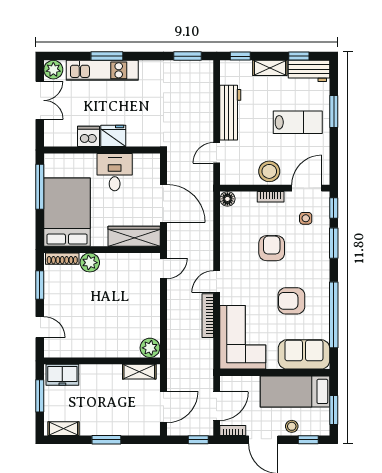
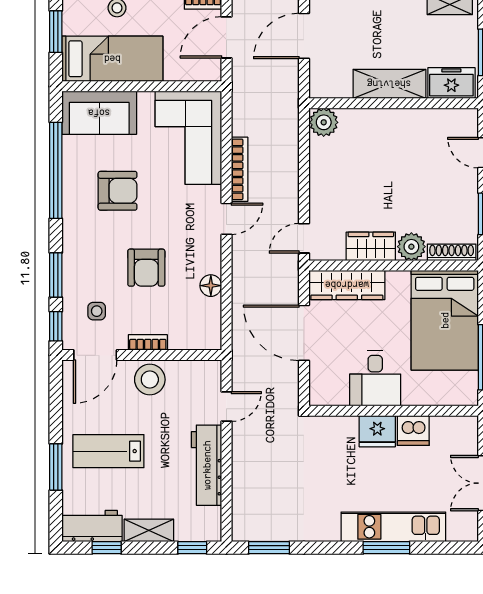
plant: (53, 70) -> (465, 528), removed
floor lamp: (227, 199) -> (211, 286), moved
wardrobe: (118, 263) -> (371, 246), added
shelving: (139, 372) -> (389, 84), moved, width x1.50, depth x1.33

